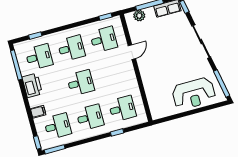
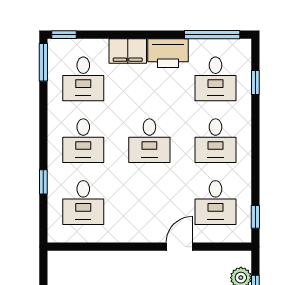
door: (132, 52) -> (179, 247), swing flipped
filing cabinet: (38, 112) -> (128, 51), width x2.00

